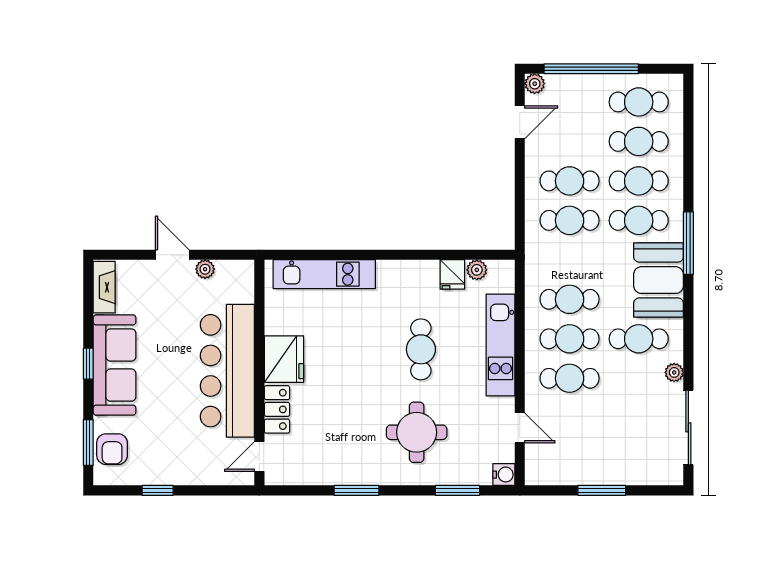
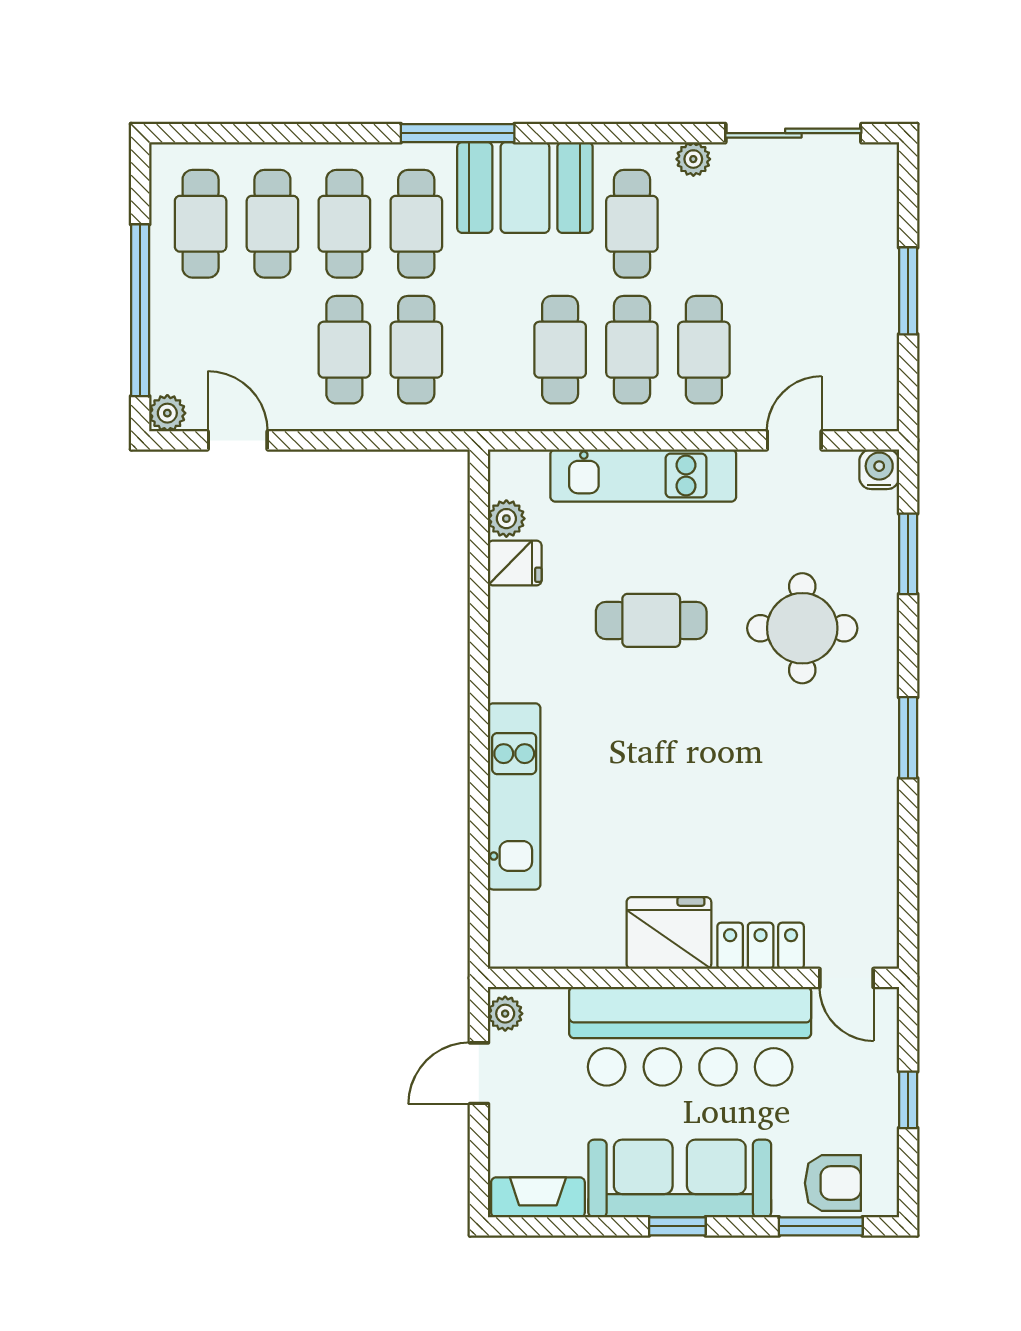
fridge: (284, 359) -> (669, 933), moved
bar counter: (227, 371) -> (690, 1036), moved
wall: (259, 373) -> (694, 978), moved
locker: (277, 409) -> (761, 946), moved
door: (259, 457) -> (847, 978), moved

